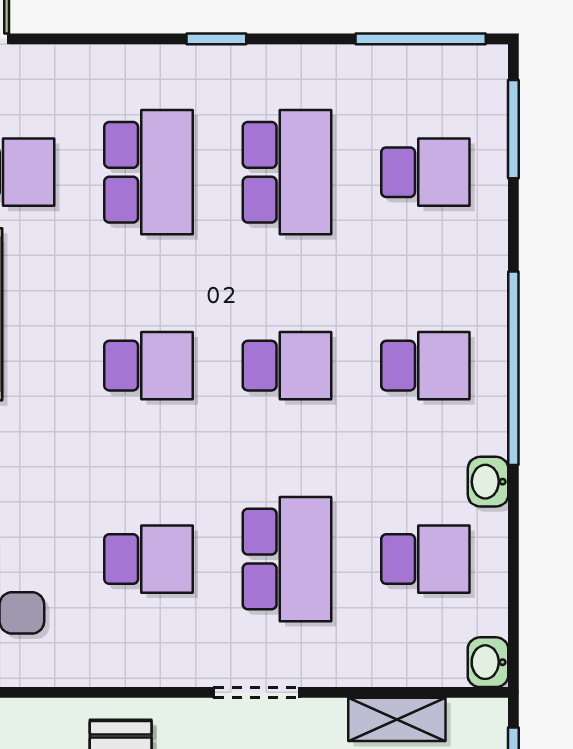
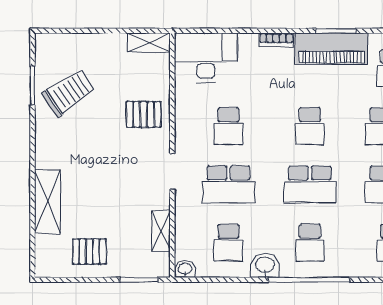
school desk: (287, 366) -> (310, 184), width x1.85
washbasin: (488, 482) -> (265, 265), width x1.38, depth x1.45

